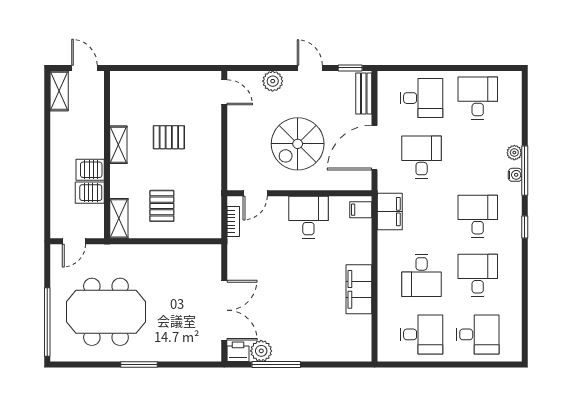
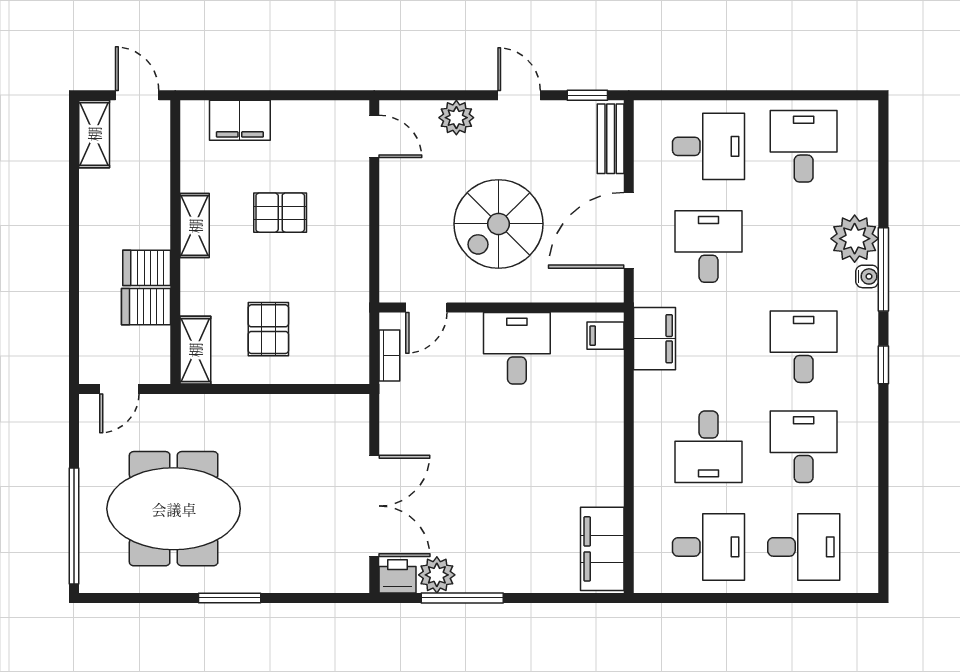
filing cabinet: (145, 83) -> (240, 120), added
plant: (514, 153) -> (855, 239), width x1.88, depth x1.88
filing cabinet: (359, 289) -> (602, 549), moved

